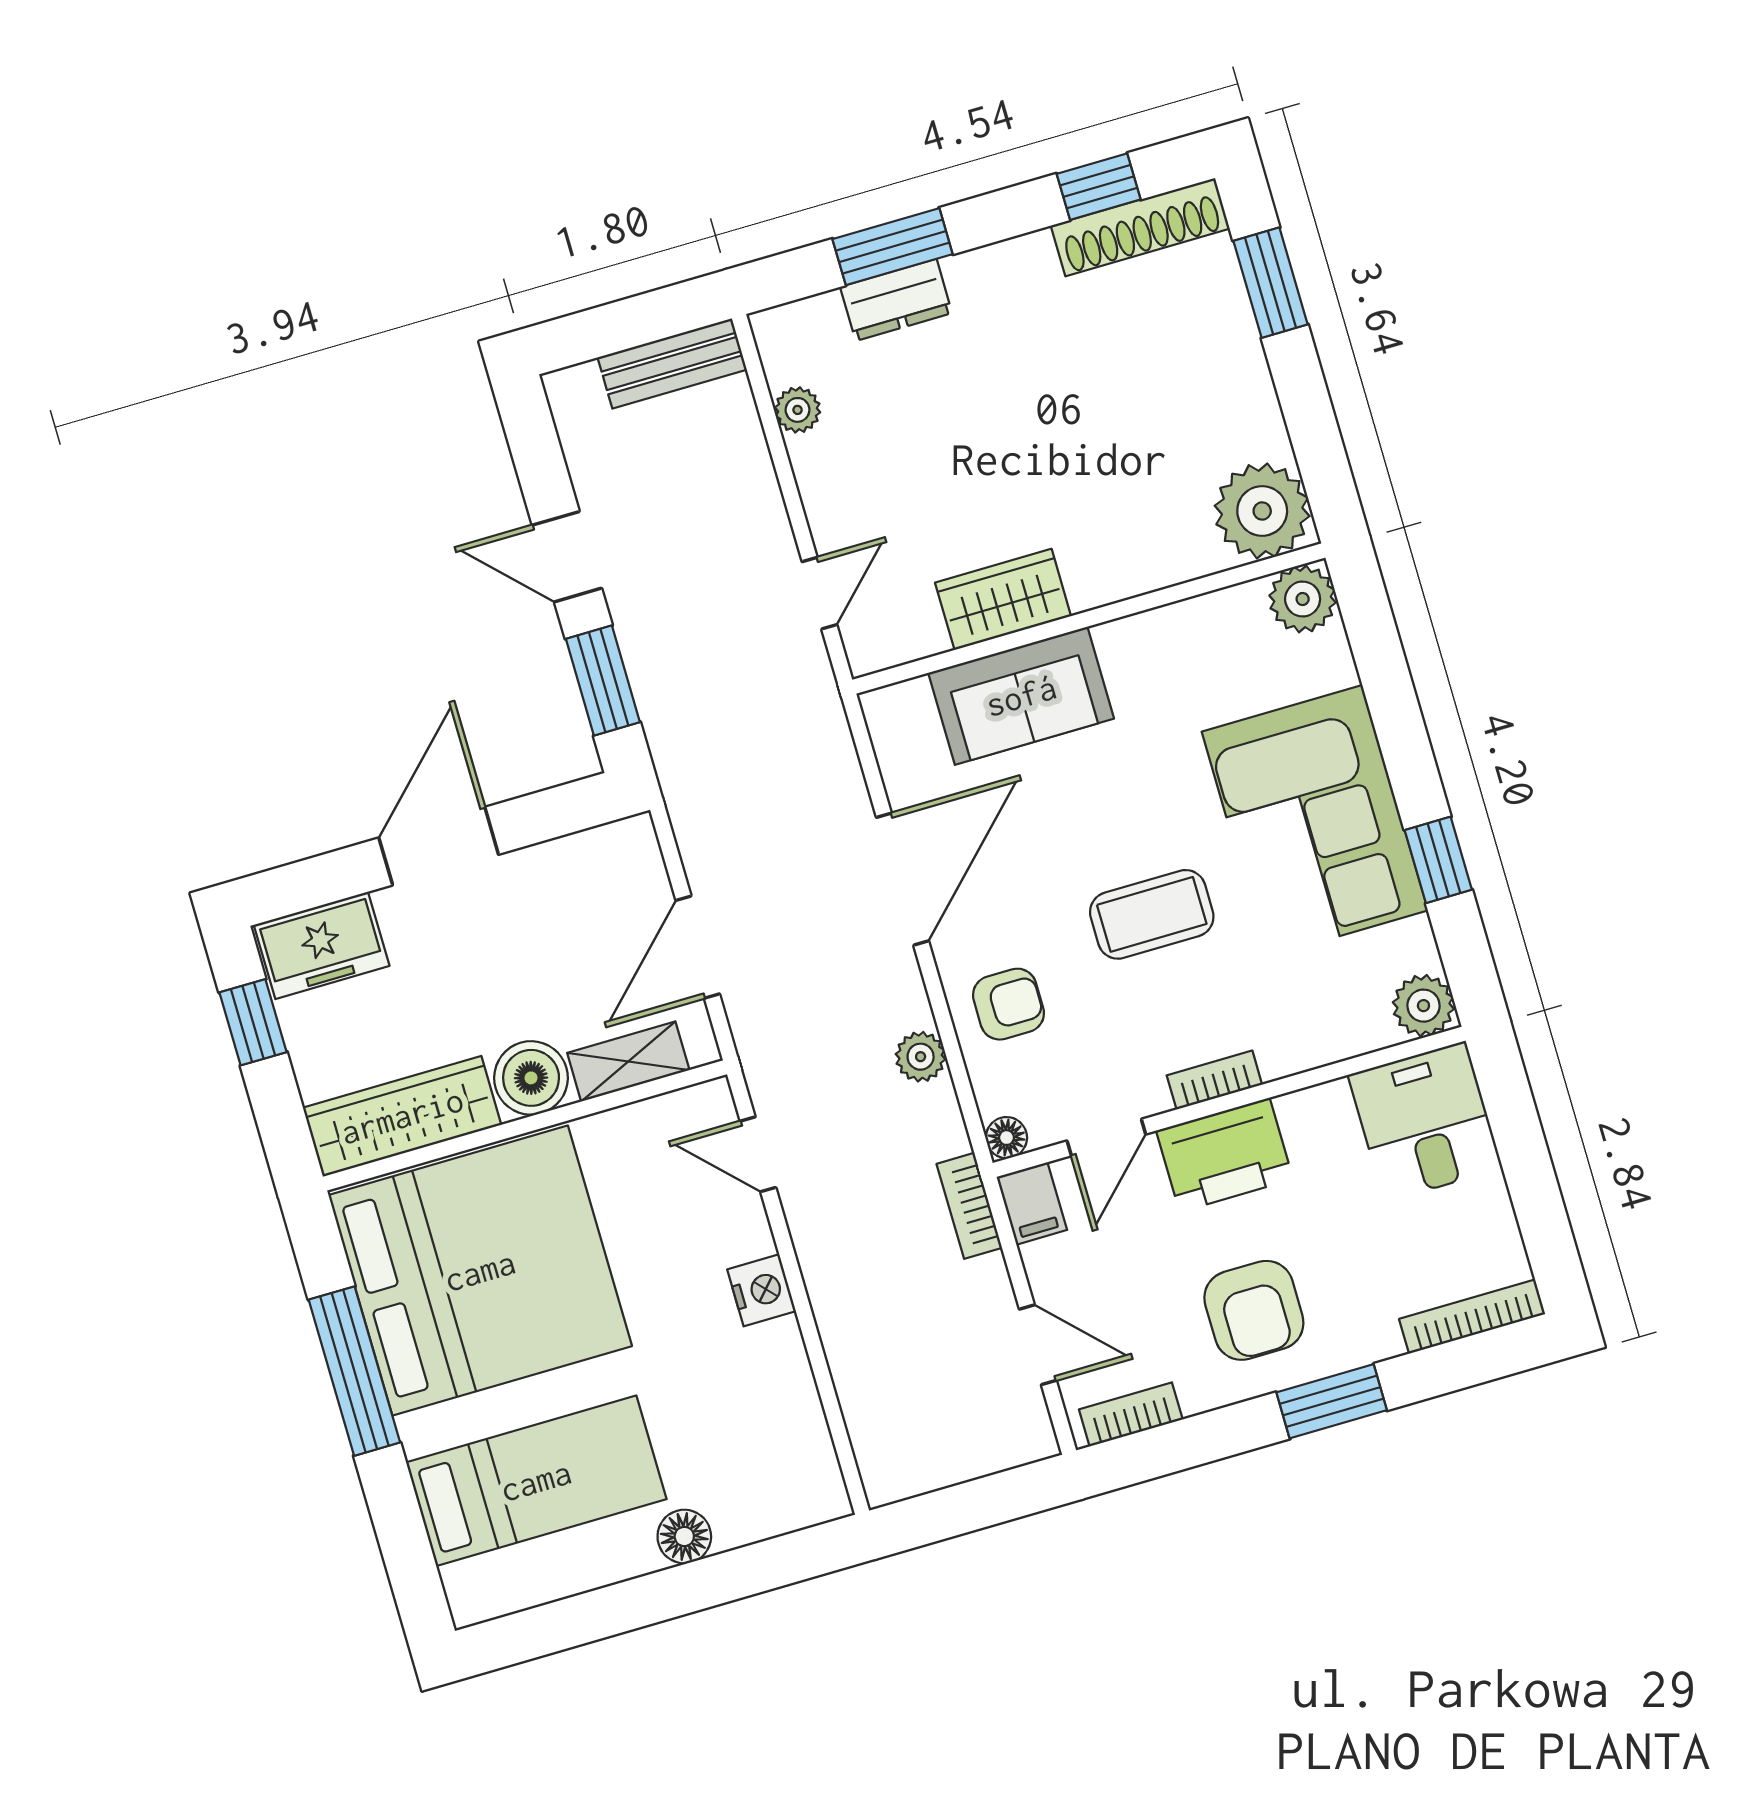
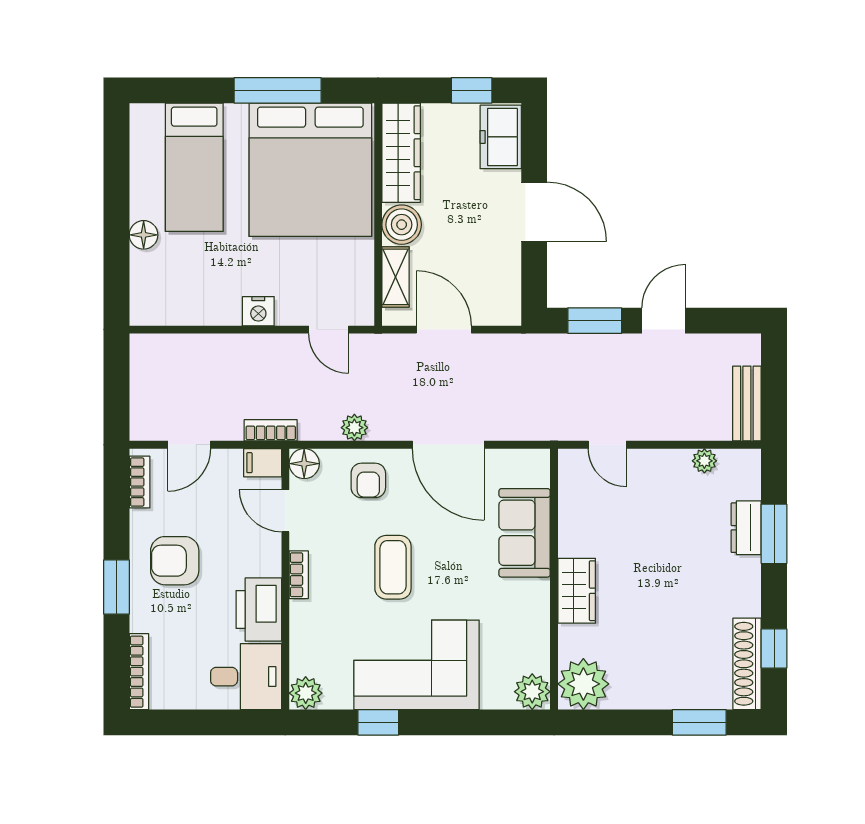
wardrobe: (1003, 599) -> (577, 591), moved
floor lamp: (1006, 1138) -> (304, 464), width x1.37, depth x1.37
door: (758, 1154) -> (329, 330), swing flipped
printer: (1225, 1155) -> (259, 610), moved

